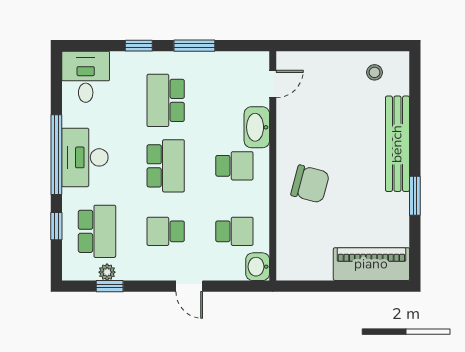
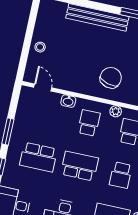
stool: (375, 72) -> (40, 47), moved
washbasin: (257, 127) -> (68, 101), width x0.52, depth x0.69
plant: (261, 203) -> (116, 111), added

